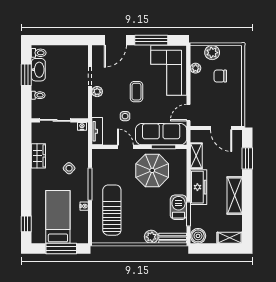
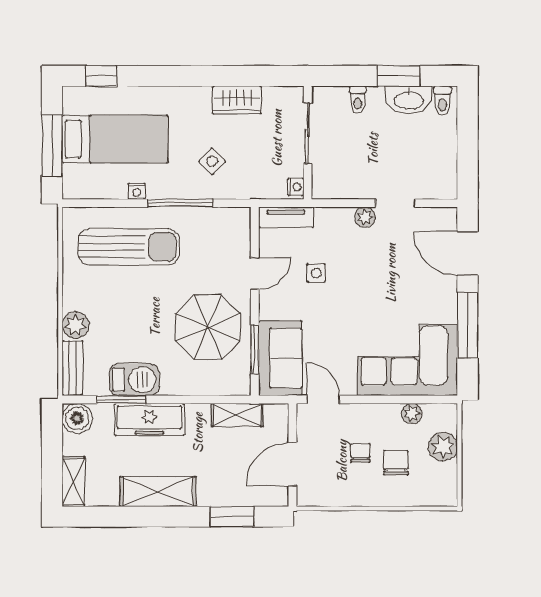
coffee table: (136, 92) -> (365, 296), removed
chair: (215, 94) -> (361, 453), added
sofa: (161, 134) -> (280, 358), width x0.73
freezer: (199, 187) -> (149, 419), moved

